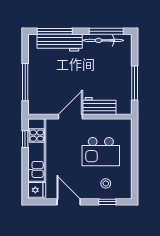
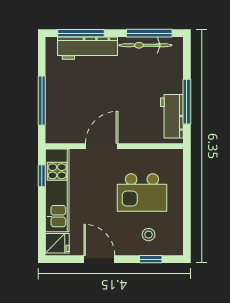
workbench: (99, 106) -> (172, 116), moved, turned -90

